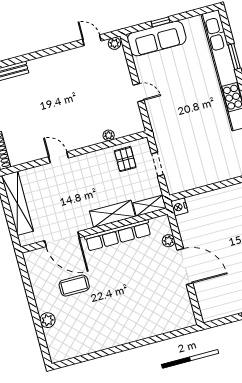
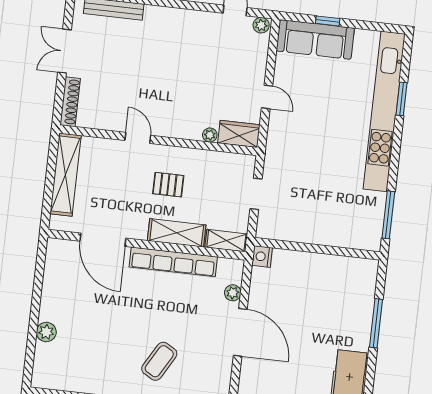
wardrobe: (129, 126) -> (239, 134), added
pallet: (125, 159) -> (168, 185), moved, turned 90
coffee table: (74, 286) -> (159, 361), moved, turned -60

